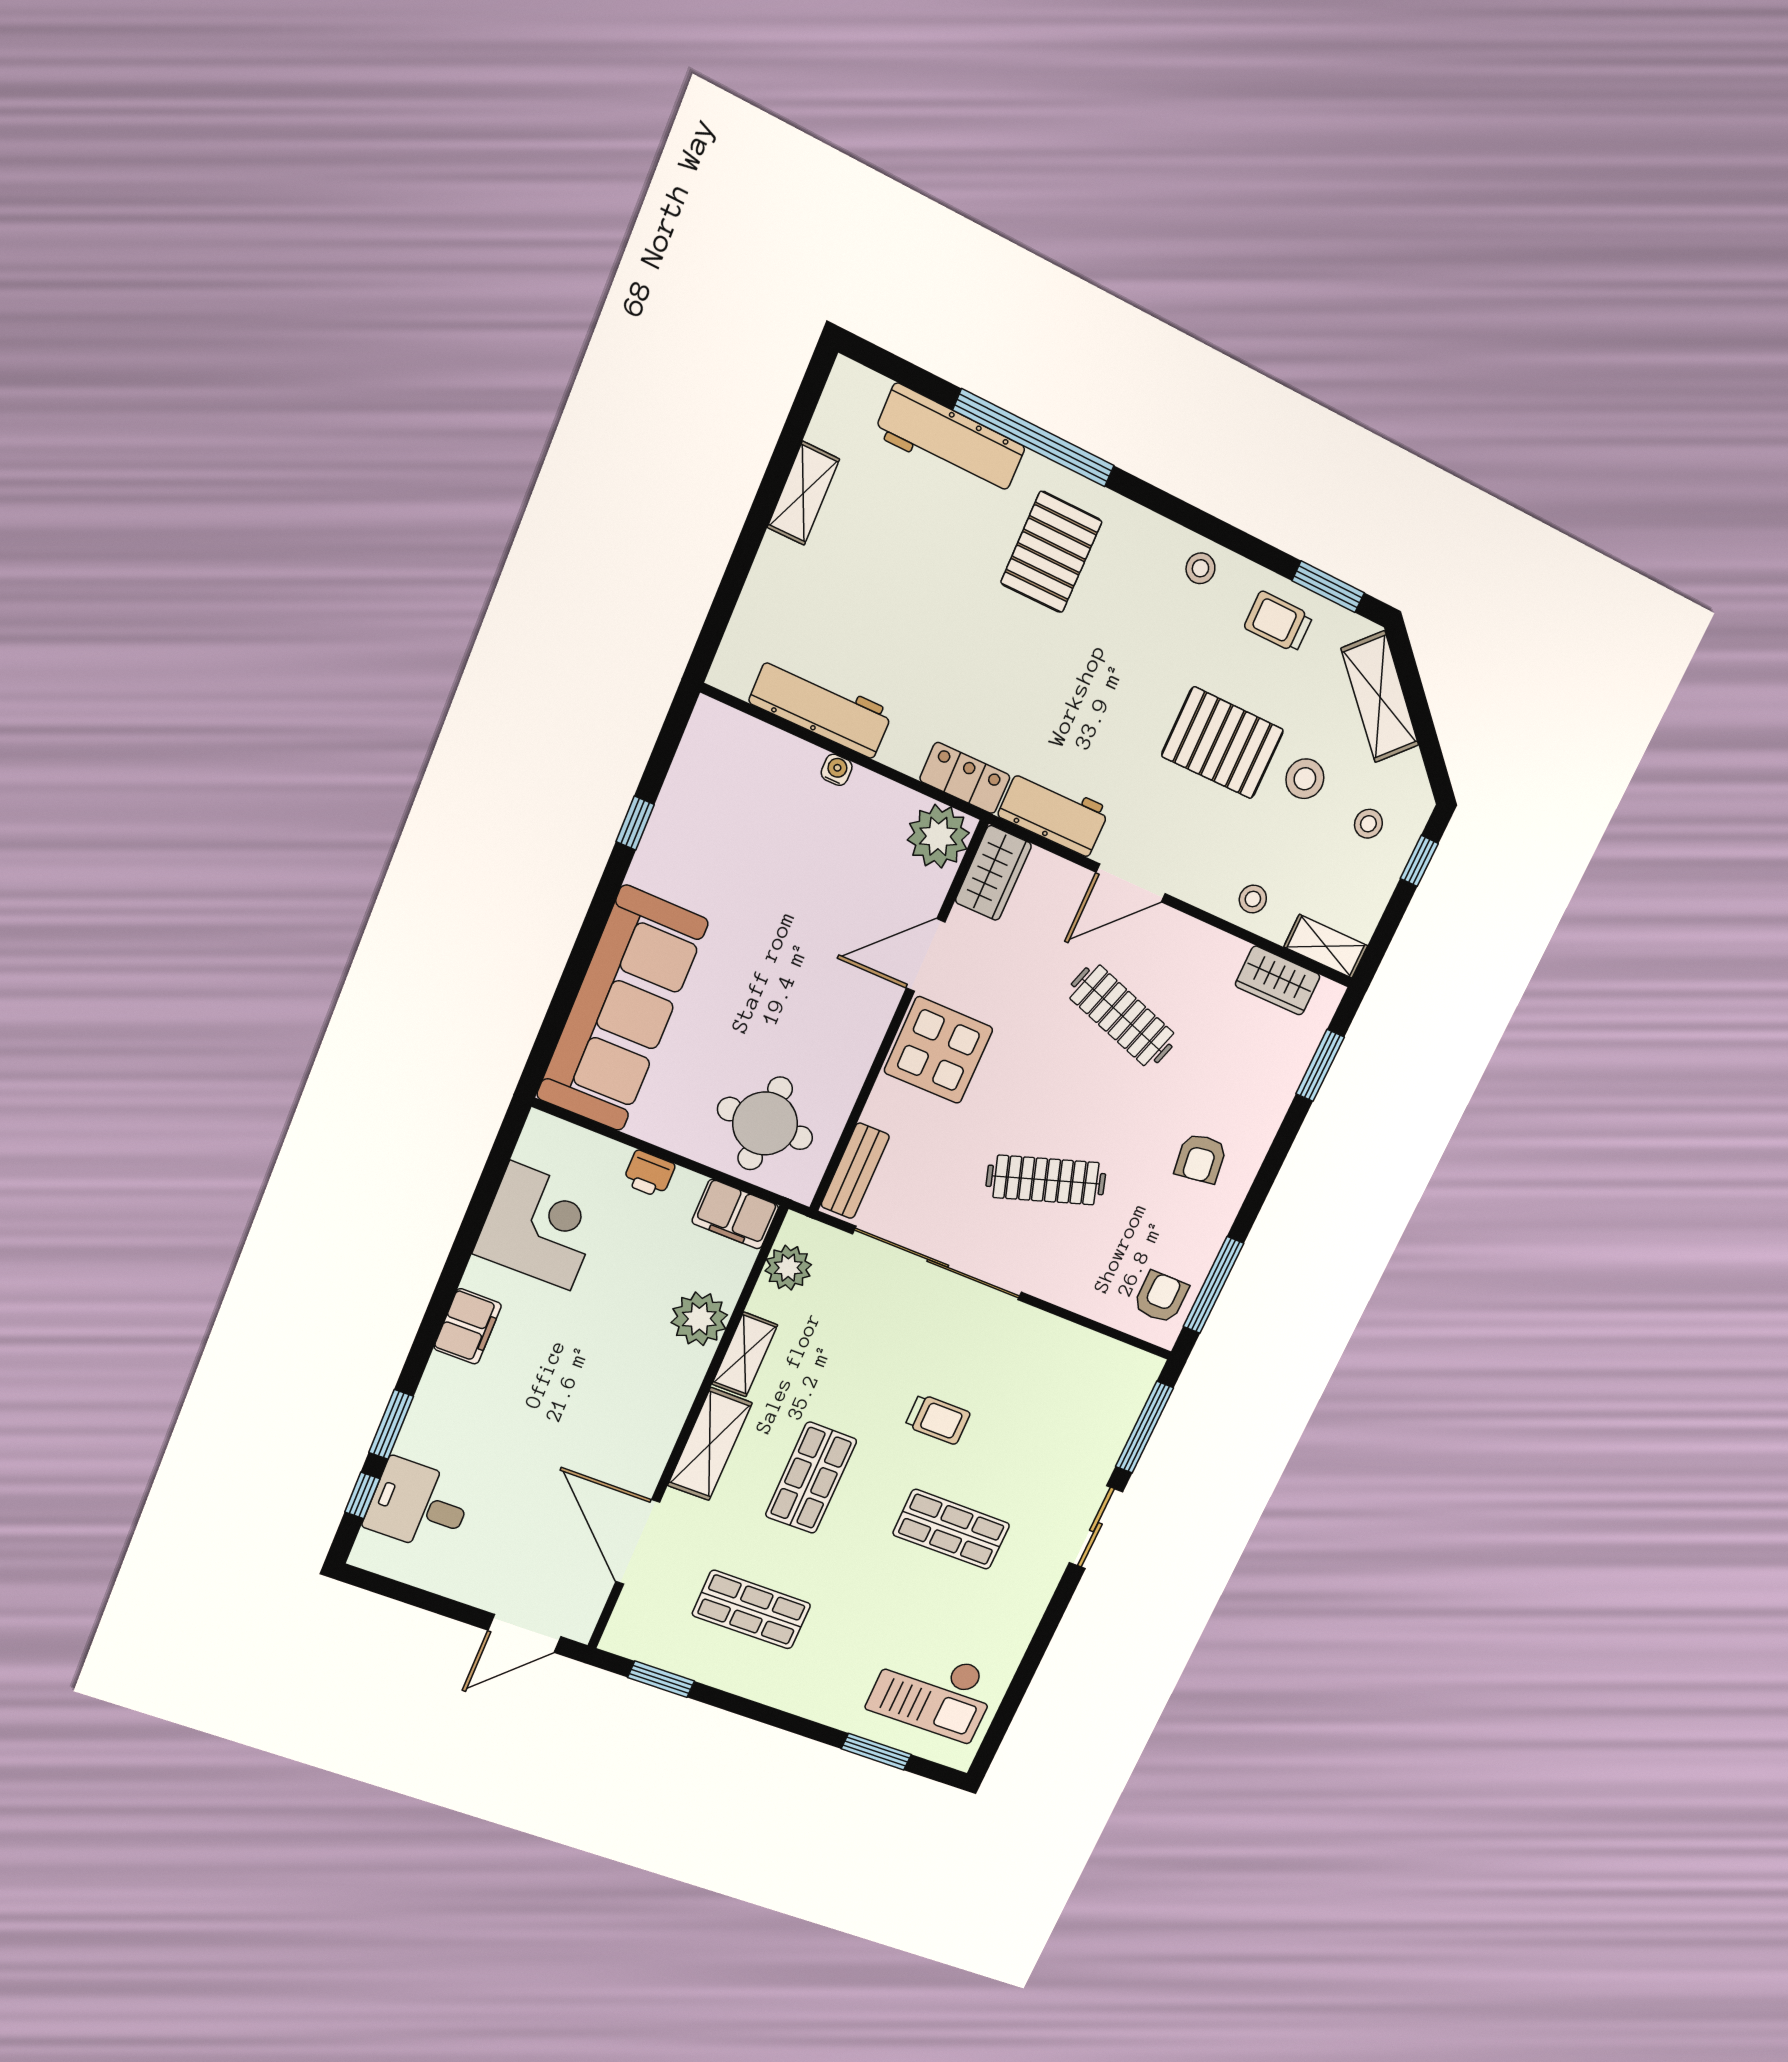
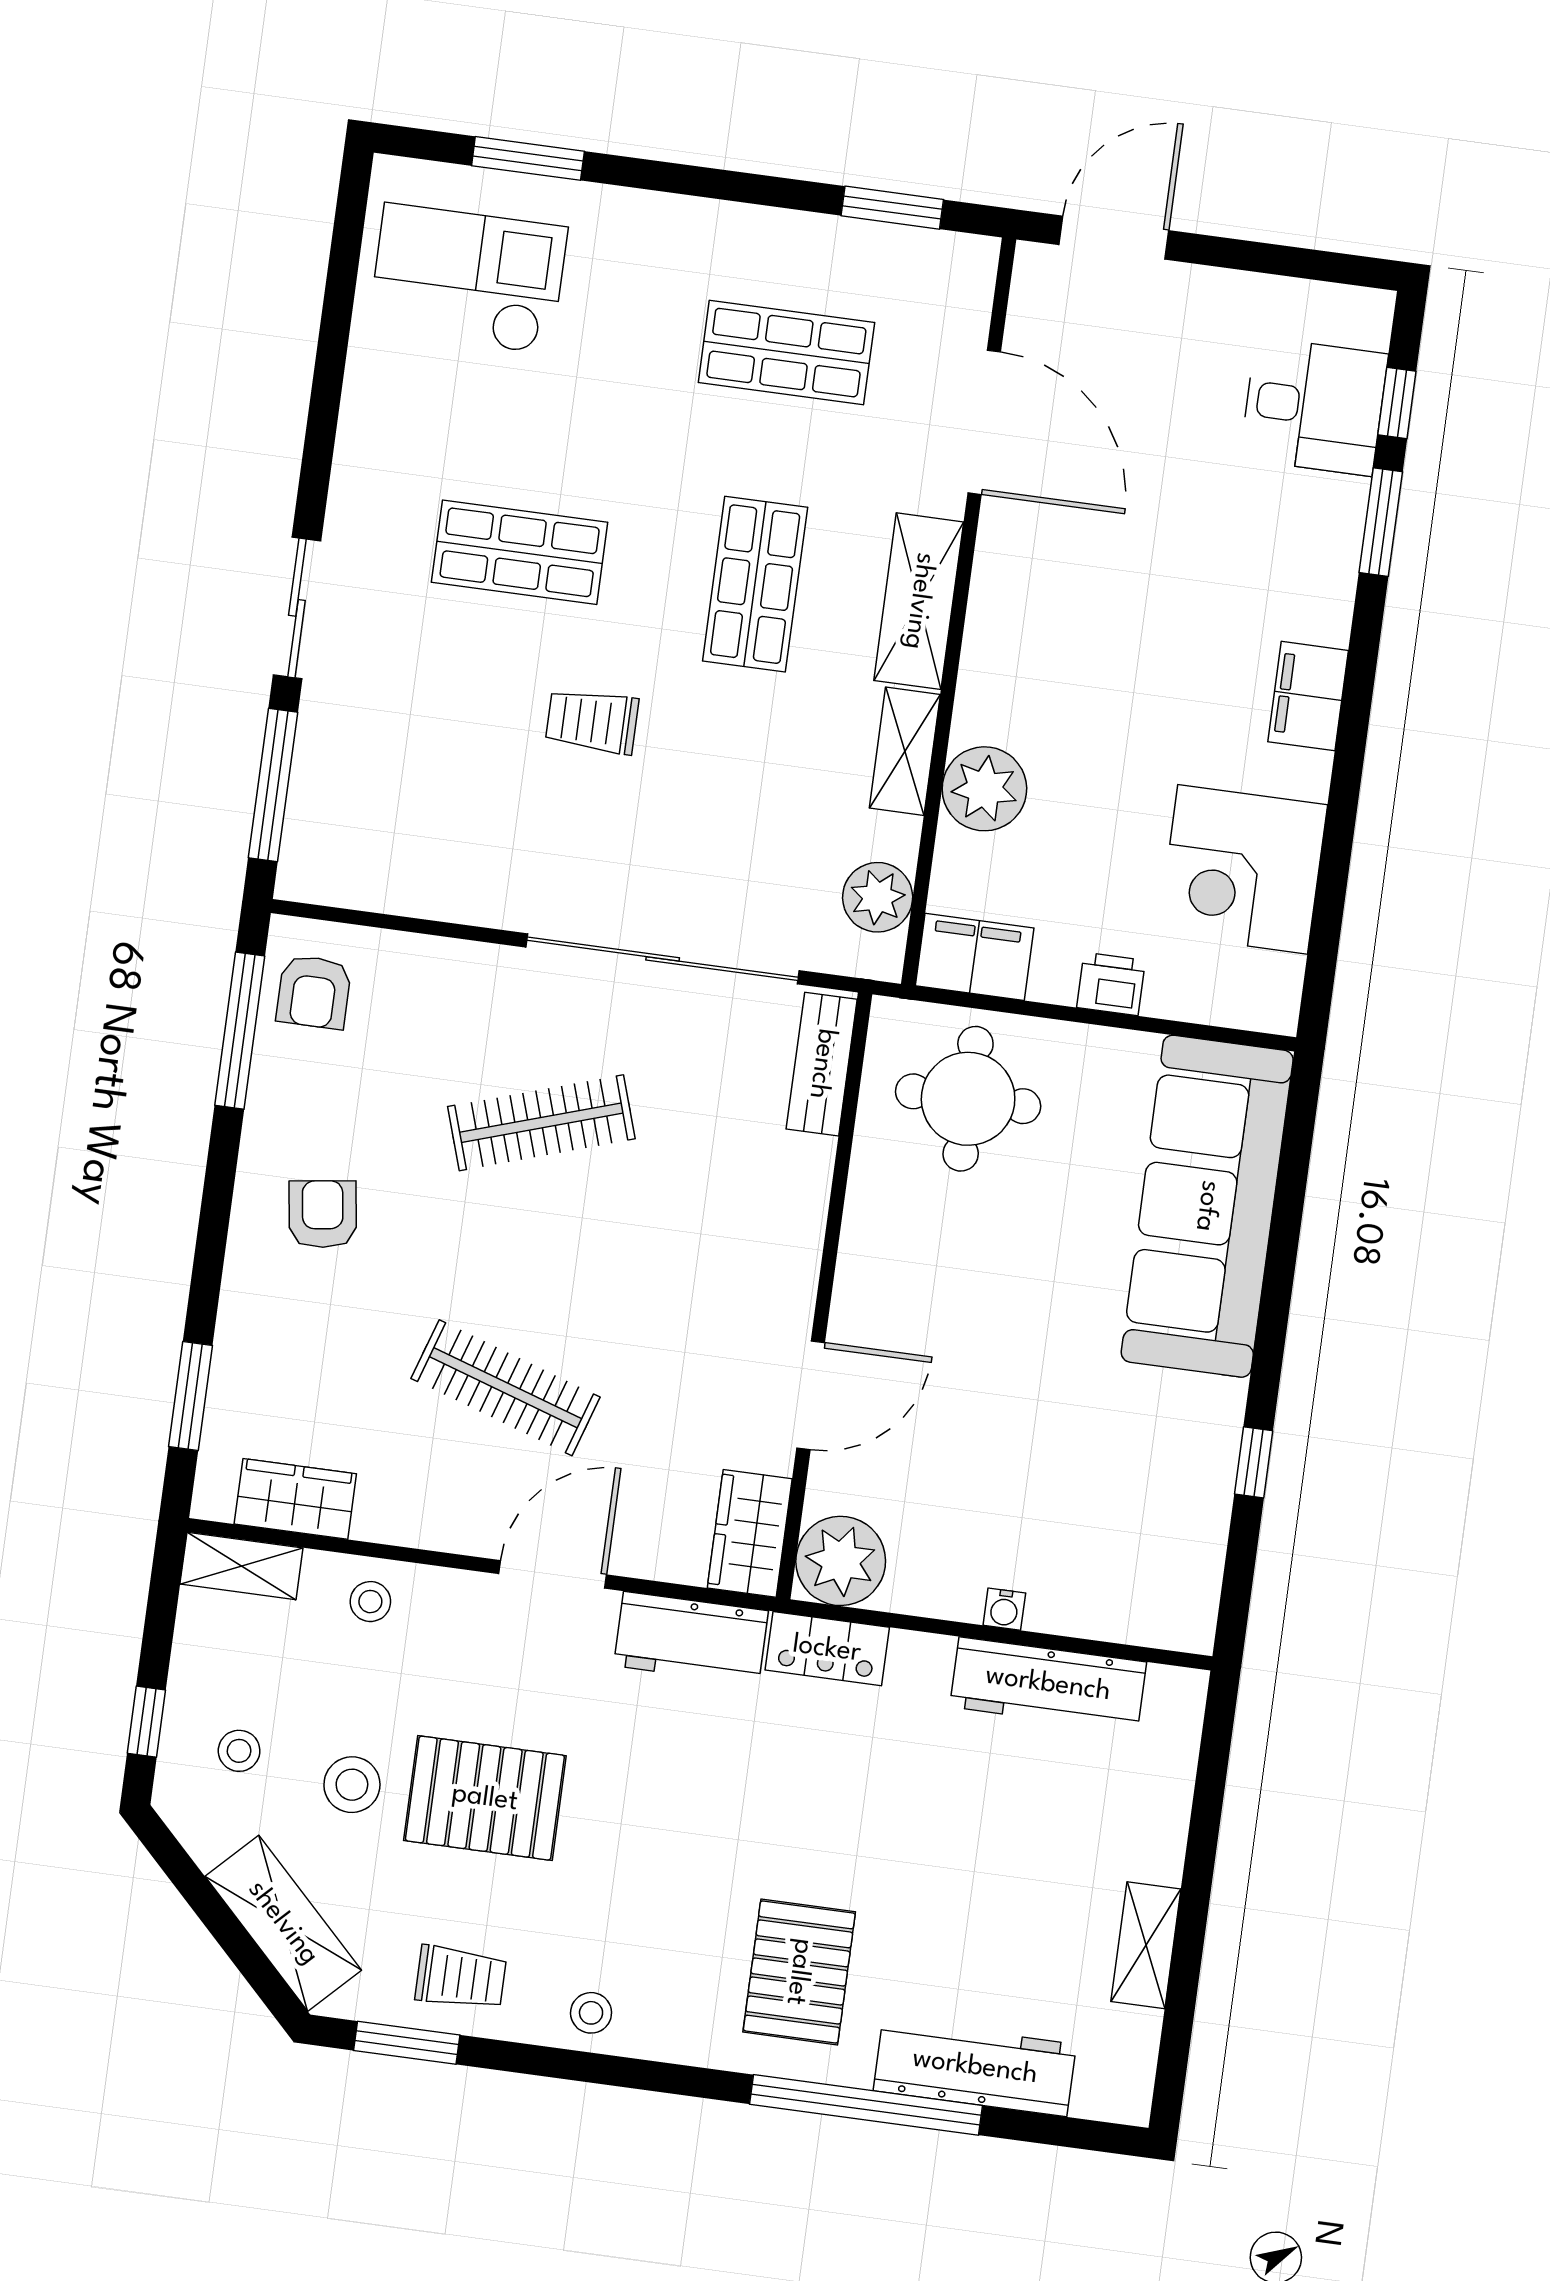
display table: (938, 1050) -> (753, 1268), removed

